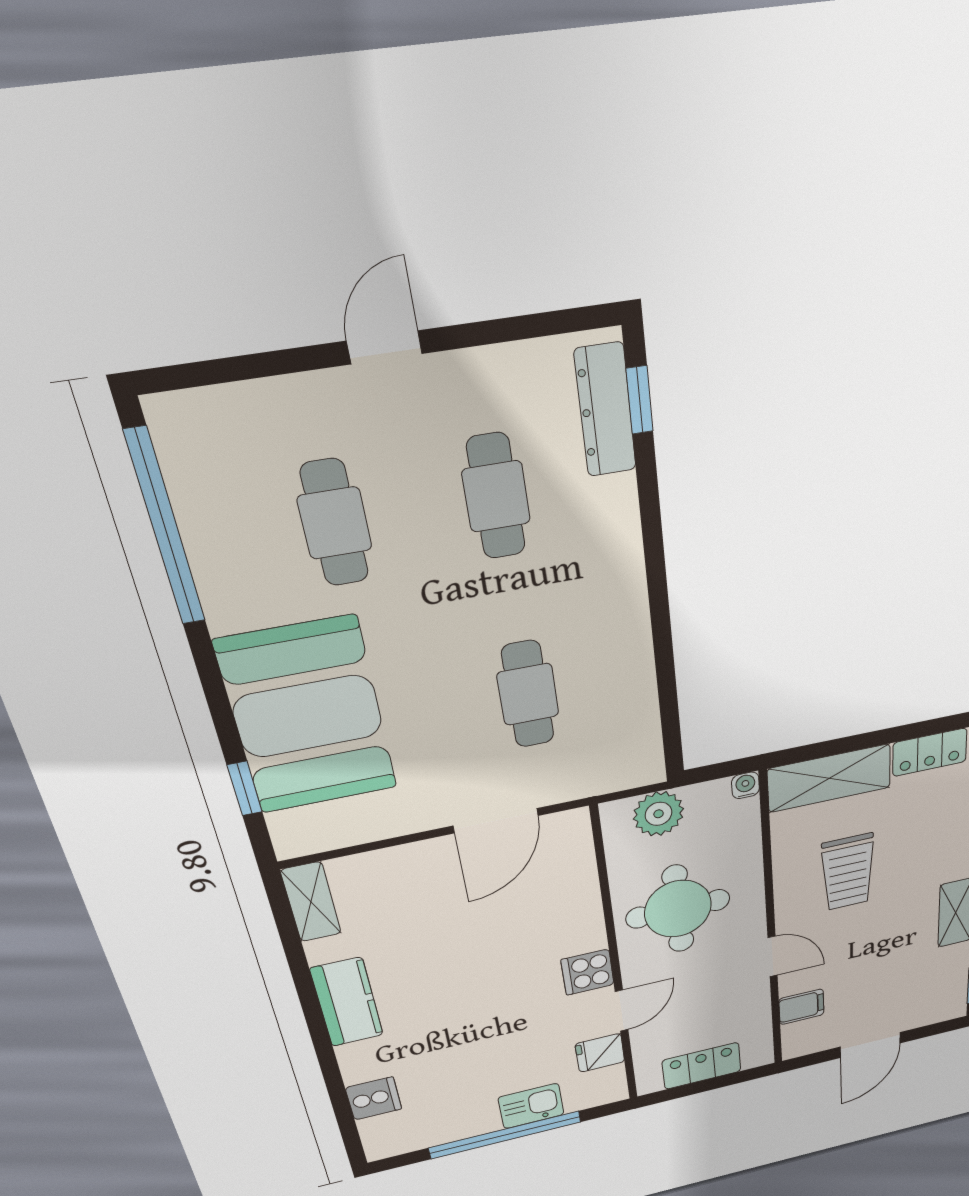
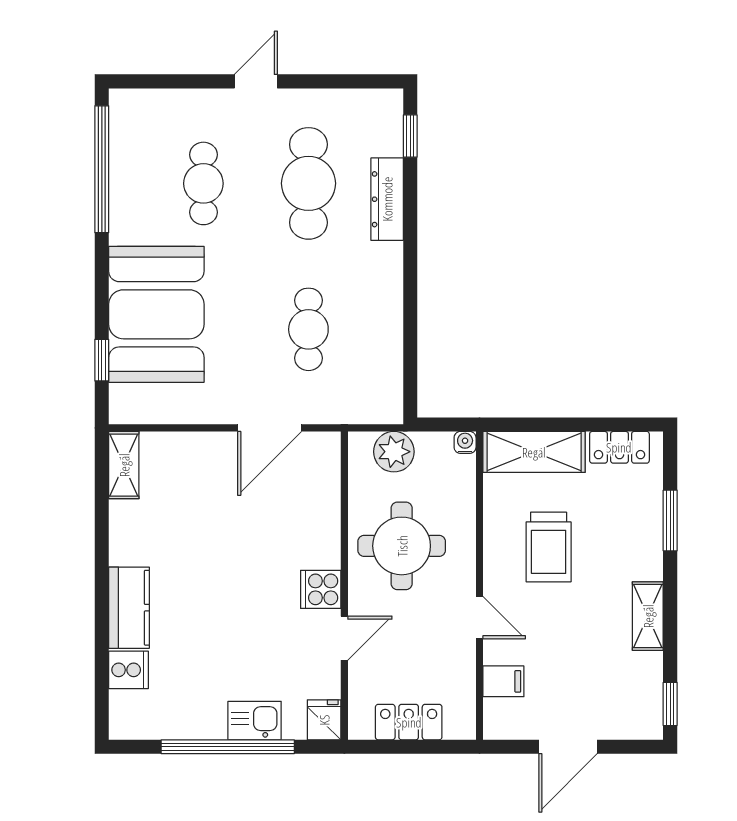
dresser: (605, 410) -> (387, 199), moved
cafe table: (496, 496) -> (308, 183), width x1.37, depth x1.35
kitchen counter: (347, 1002) -> (129, 608), moved
fridge: (600, 1053) -> (324, 720), moved, turned 90

